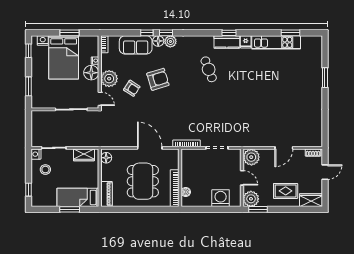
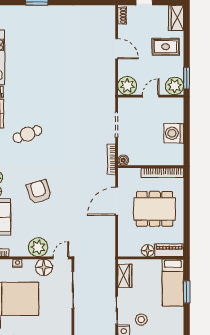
floor lamp: (91, 73) -> (44, 267), moved
armchair: (132, 88) -> (49, 221), removed
floor lamp: (106, 158) -> (148, 251), moved
rug: (286, 191) -> (166, 47), turned 90
boiler: (186, 192) -> (123, 160), moved
washing machine: (221, 198) -> (174, 133), moved

